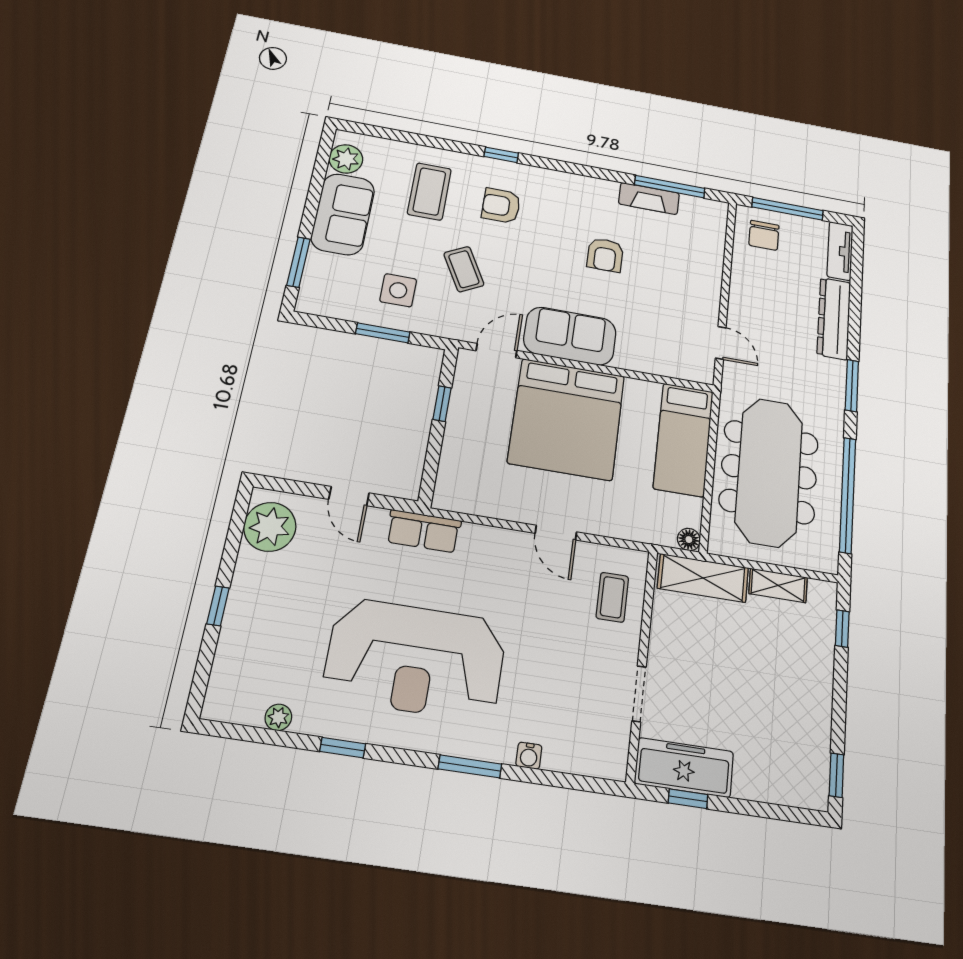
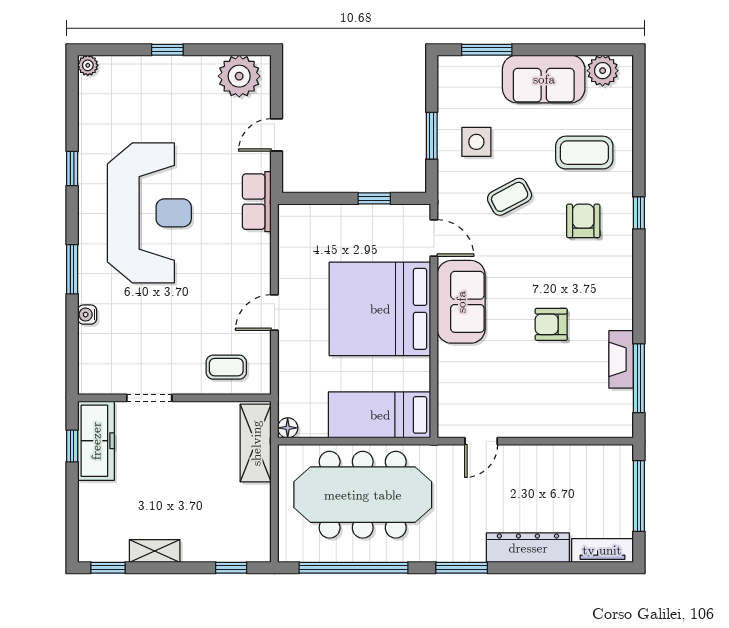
chair: (764, 235) -> (604, 474), removed
shelving: (778, 586) -> (155, 551), moved, turned 90
reception desk: (415, 659) -> (149, 213), turned 180
plant: (278, 717) -> (88, 65), moved

